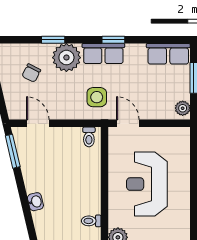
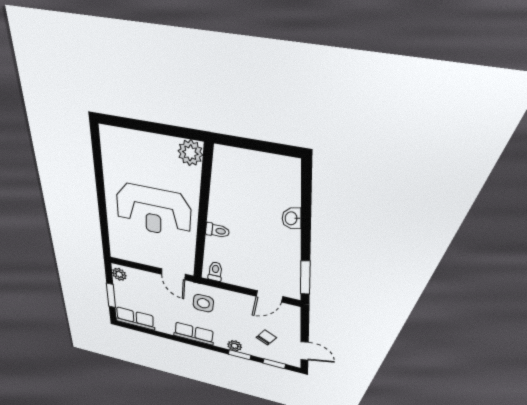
window: (113, 40) -> (274, 364), moved
plant: (66, 58) -> (235, 346), width x0.53, depth x0.53
door: (38, 123) -> (269, 296), hinge flipped
reception desk: (147, 184) -> (153, 211), turned 90
toilet: (91, 221) -> (217, 231), moved

